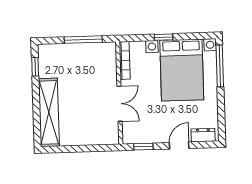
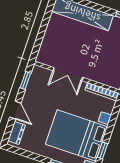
window: (163, 37) -> (102, 150), moved

